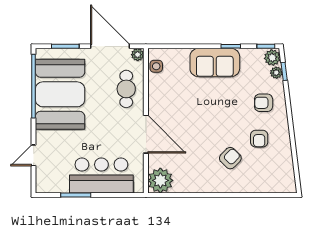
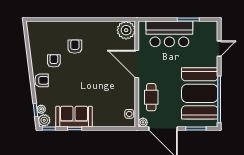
sofa: (215, 63) -> (74, 117), moved
armchair: (264, 103) -> (42, 80), moved
armchair: (230, 158) -> (75, 47), turned 136

